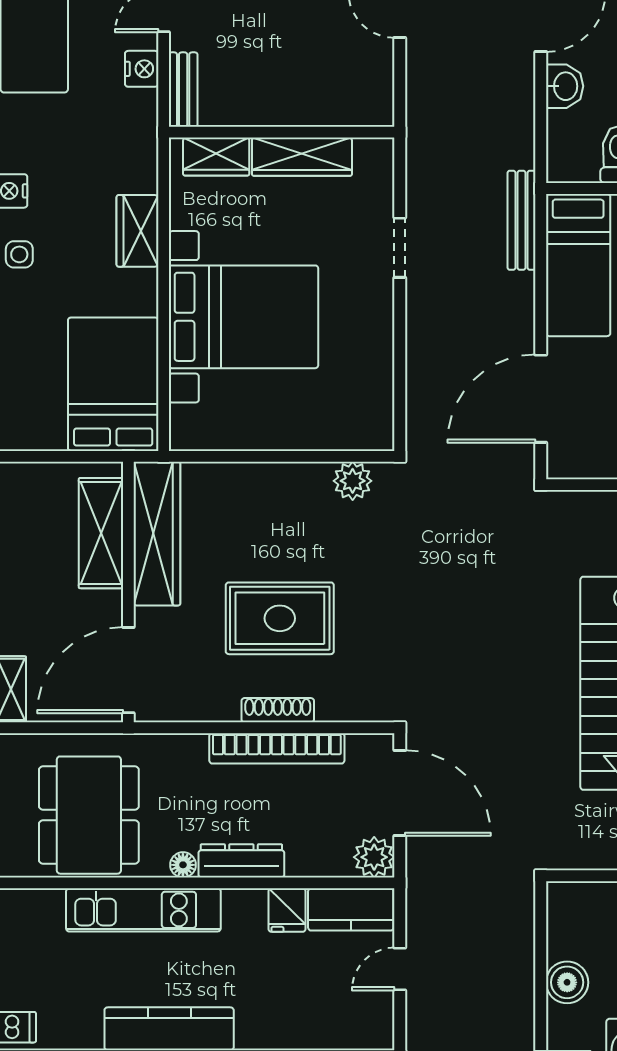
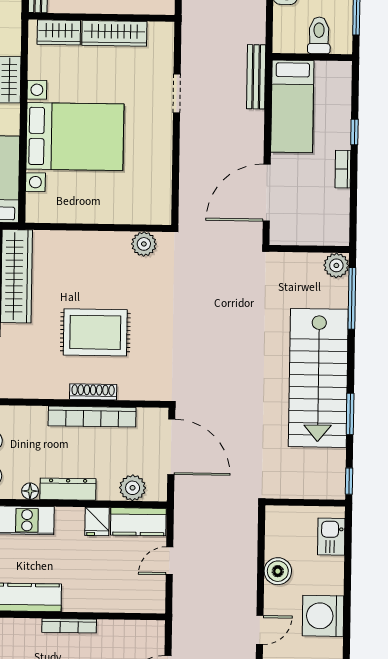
plant: (374, 857) -> (133, 488), moved

